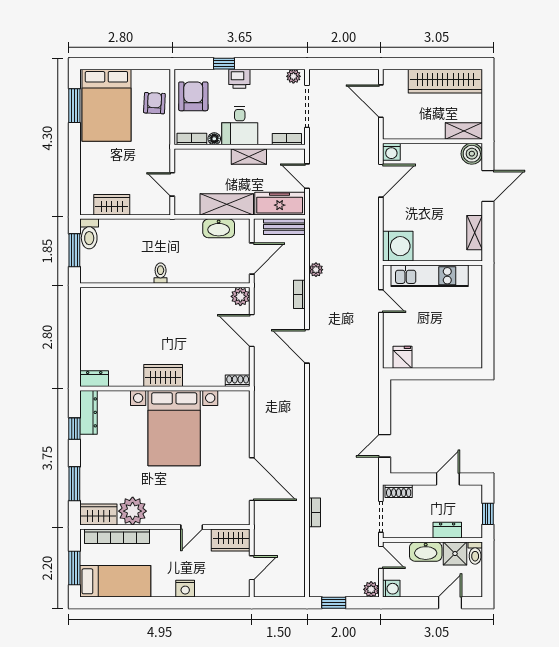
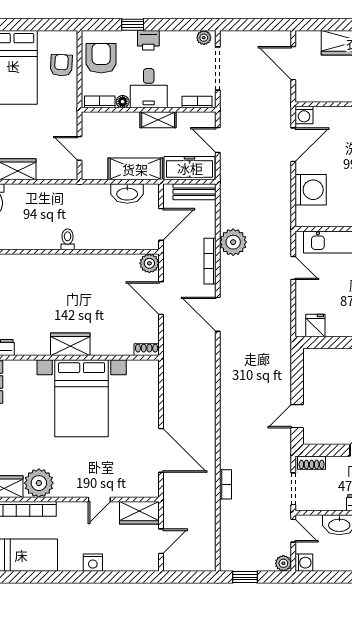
washing machine: (398, 246) -> (311, 190), moved
plant: (316, 270) -> (233, 242), width x1.88, depth x1.88
bookcase: (299, 294) -> (210, 261), width x1.56

